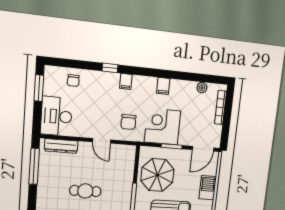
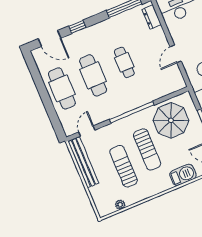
dresser: (61, 146) -> (152, 17), width x0.70

